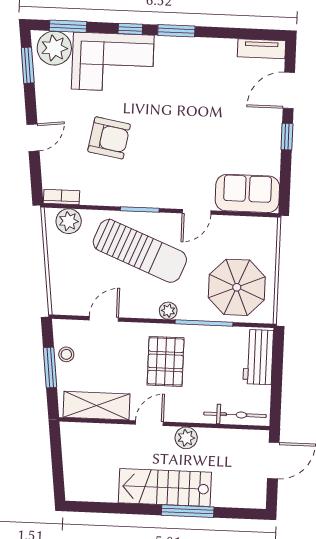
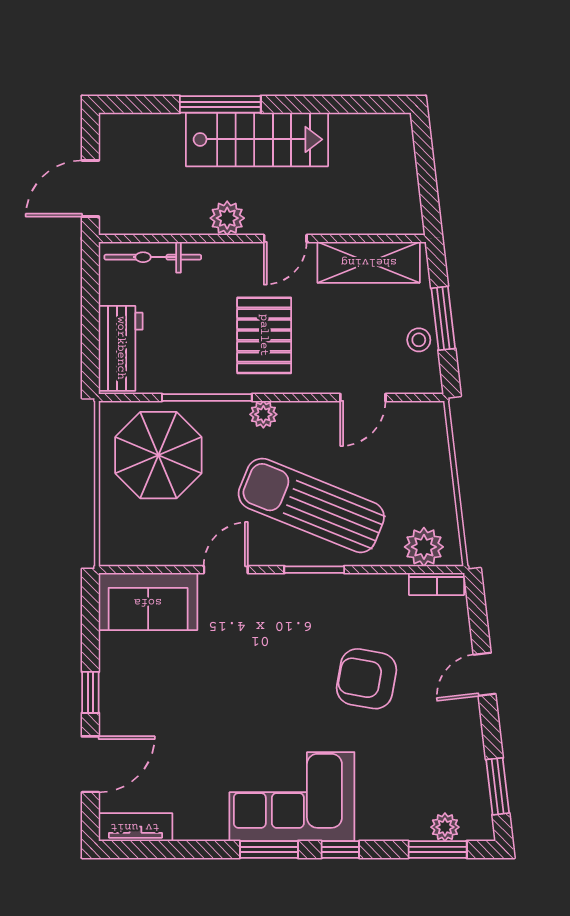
plant: (54, 48) -> (445, 827), width x0.53, depth x0.53
corner sofa: (113, 62) -> (292, 797), moved

